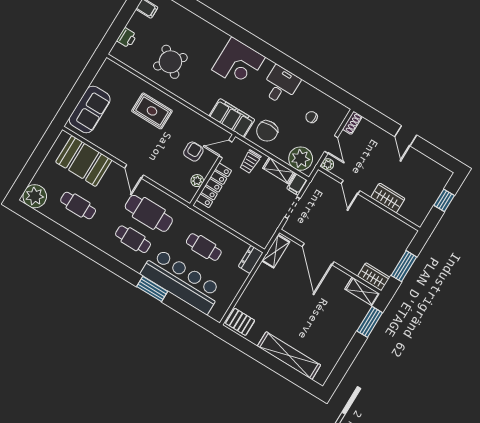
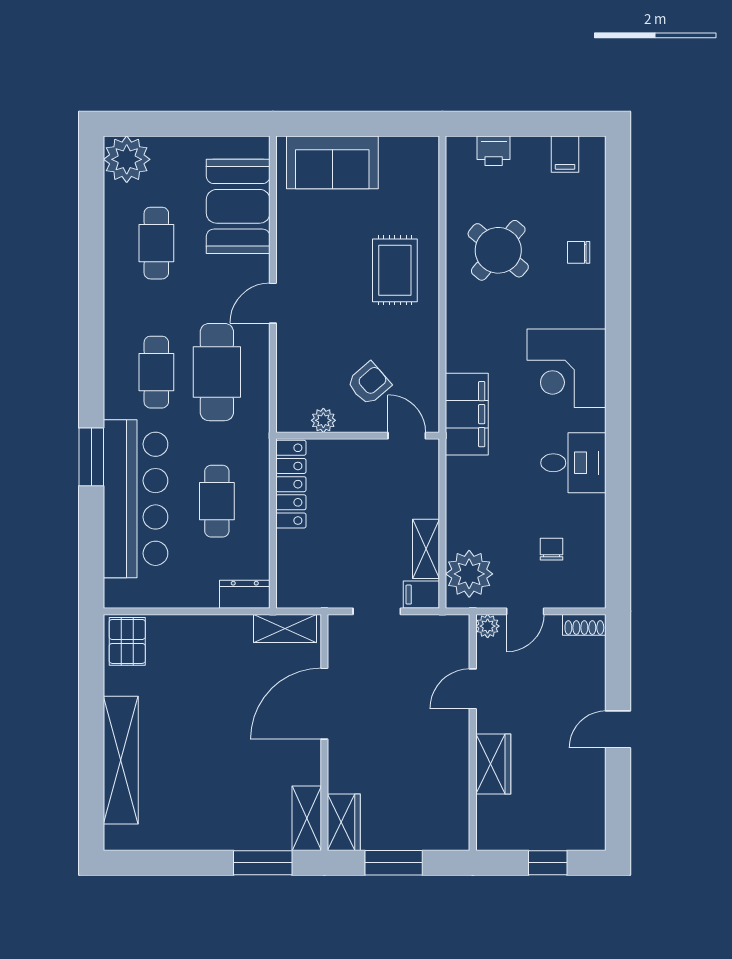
chair: (267, 131) -> (579, 252), moved, width x0.54, depth x0.54
armchair: (193, 152) -> (369, 383), turned -41
trolley: (250, 162) -> (411, 491), removed
locker: (214, 185) -> (291, 484), moved, turned -90

